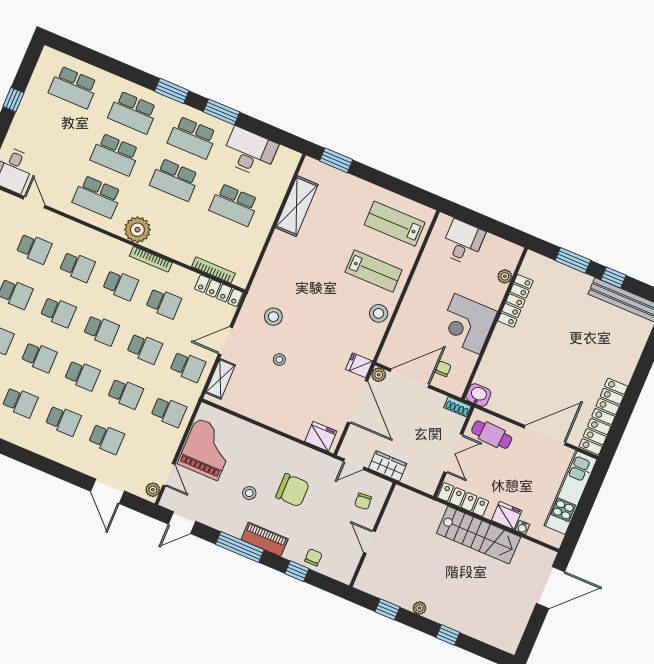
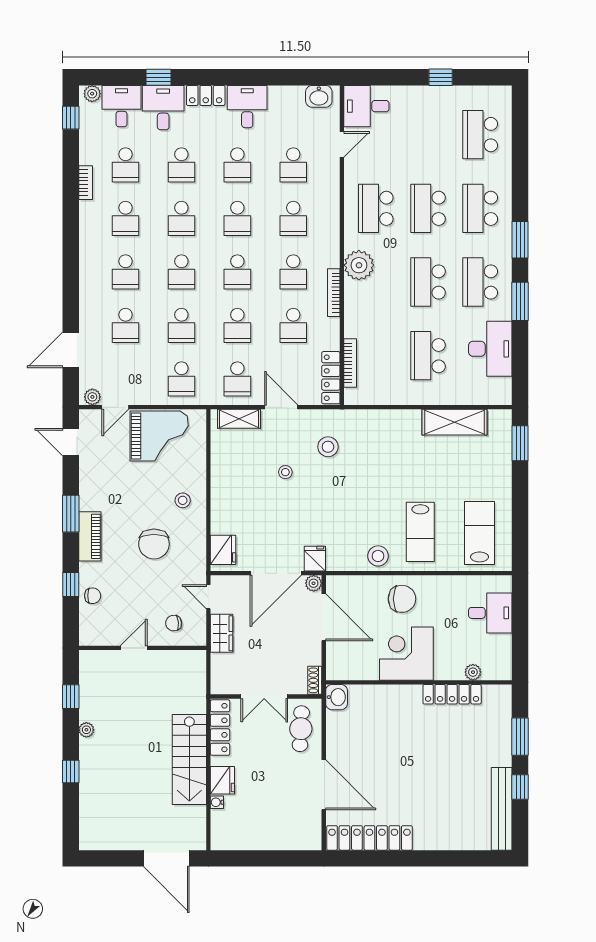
chair: (443, 369) -> (402, 599), moved, width x1.87, depth x1.87
kitchen unit: (570, 492) -> (275, 837), removed
stool: (249, 493) -> (183, 500), moved
window: (240, 547) -> (71, 514), width x0.69

